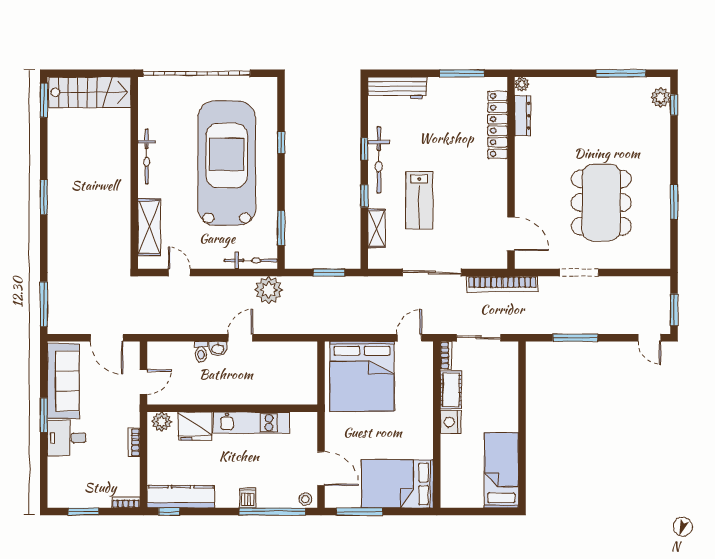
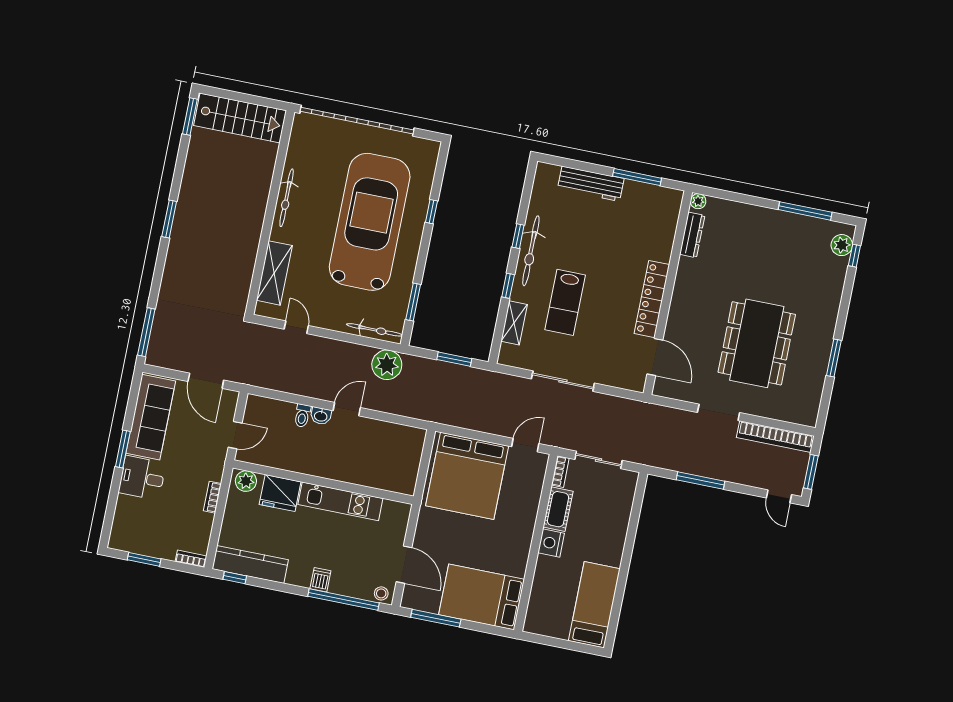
workbench: (397, 88) -> (591, 184), moved
locker: (498, 125) -> (652, 299), moved
bookcase: (502, 284) -> (775, 437), moved

